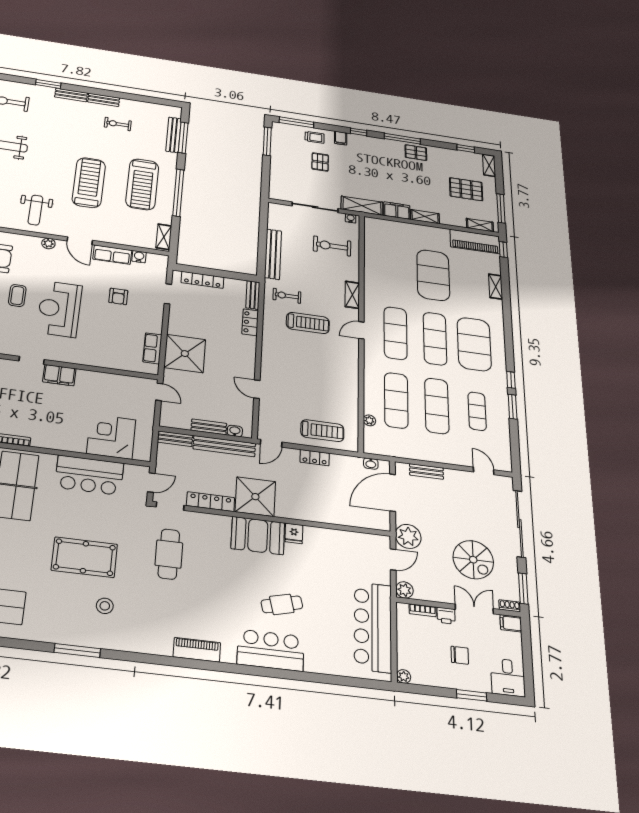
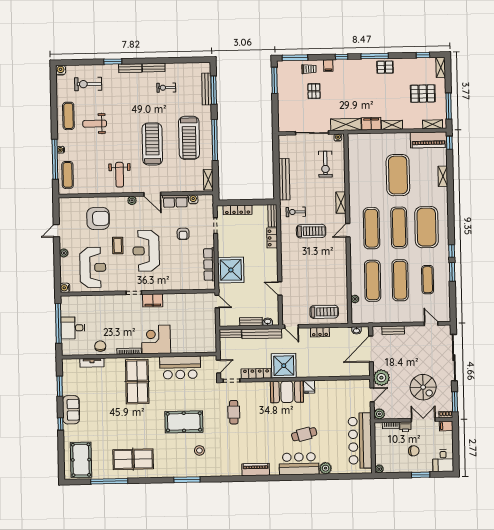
exercise bike: (332, 246) -> (325, 164), turned -90
row of seats: (152, 348) -> (209, 264), width x1.48
corner desk: (111, 437) -> (156, 339), moved
door: (271, 443) -> (291, 327), hinge flipped
cafe table: (169, 554) -> (234, 412), width x0.73, depth x0.74
plant: (315, 663) -> (326, 468), added

